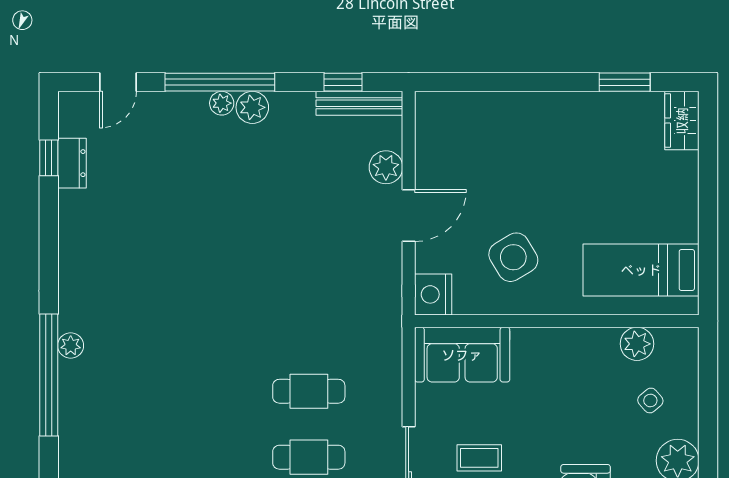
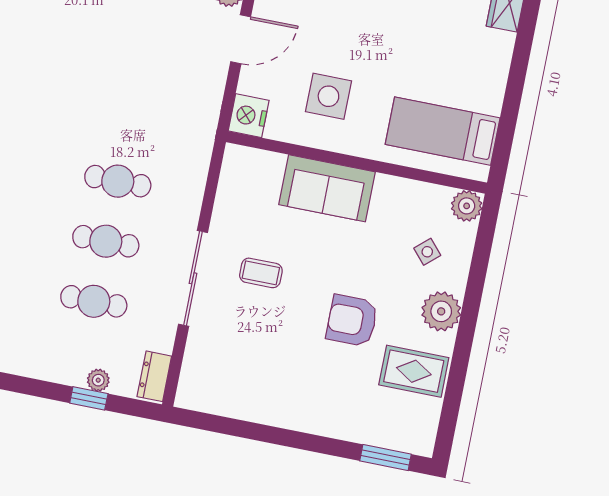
side table: (513, 257) -> (328, 96), turned 31
plant: (637, 344) -> (467, 206), moved
sofa: (462, 355) -> (327, 188), moved

